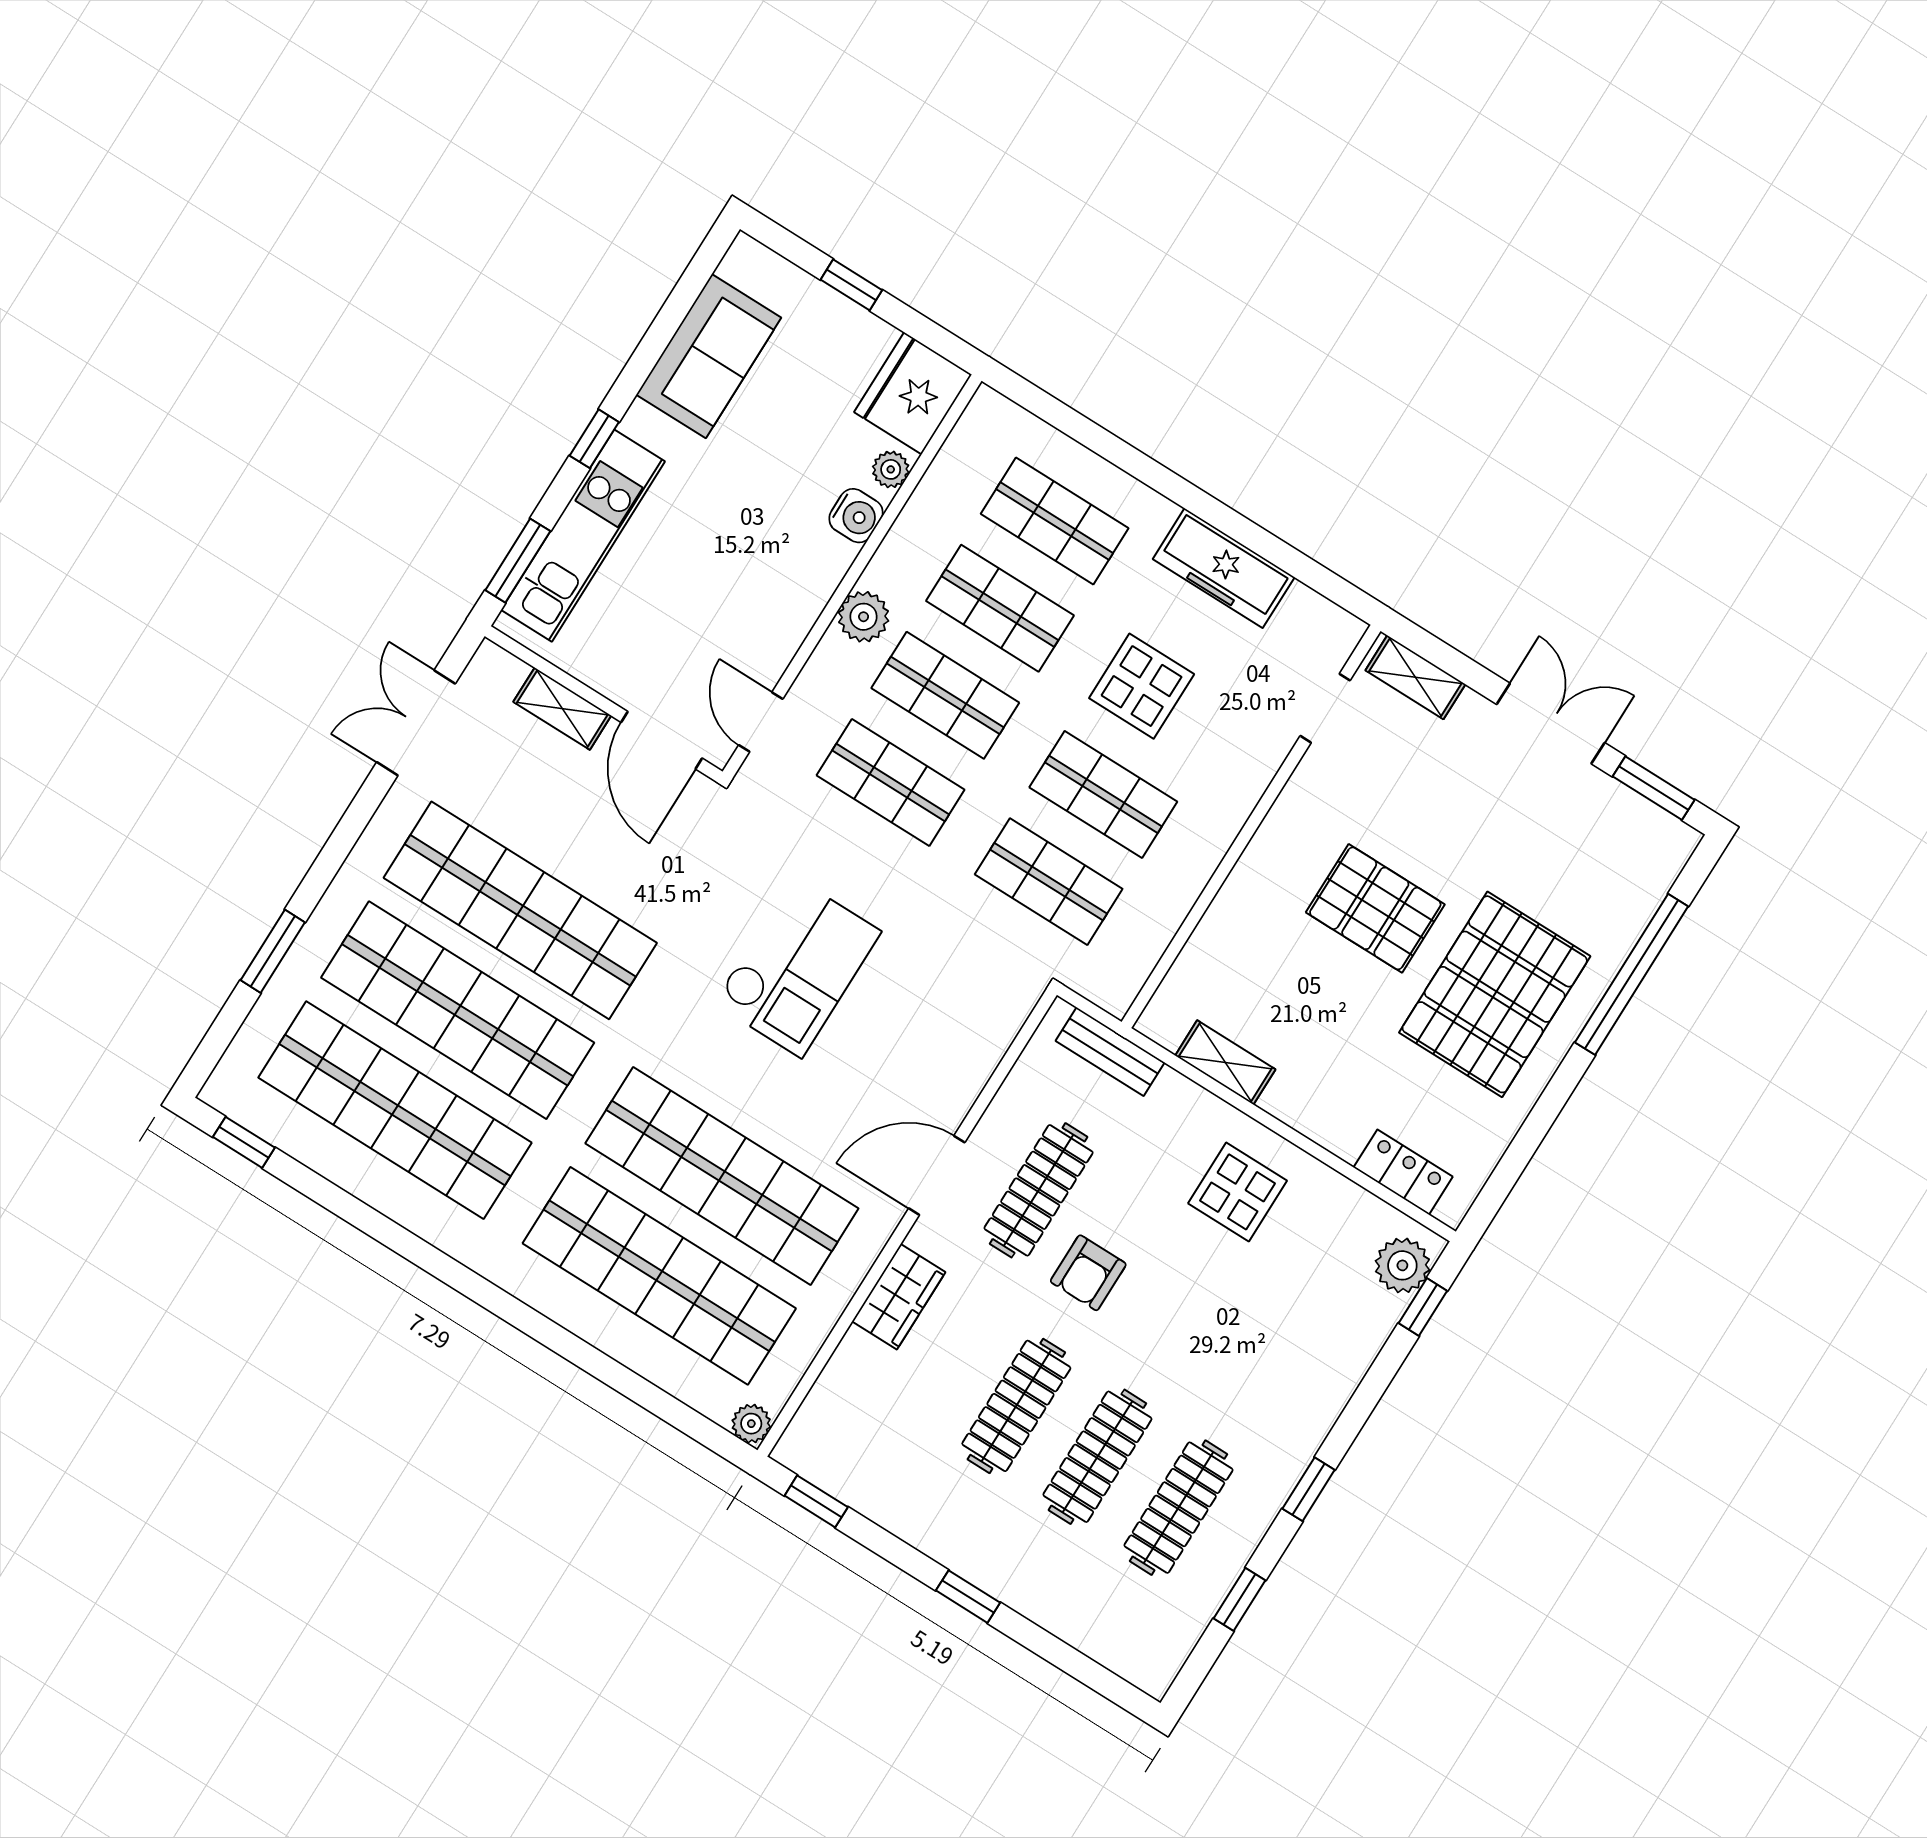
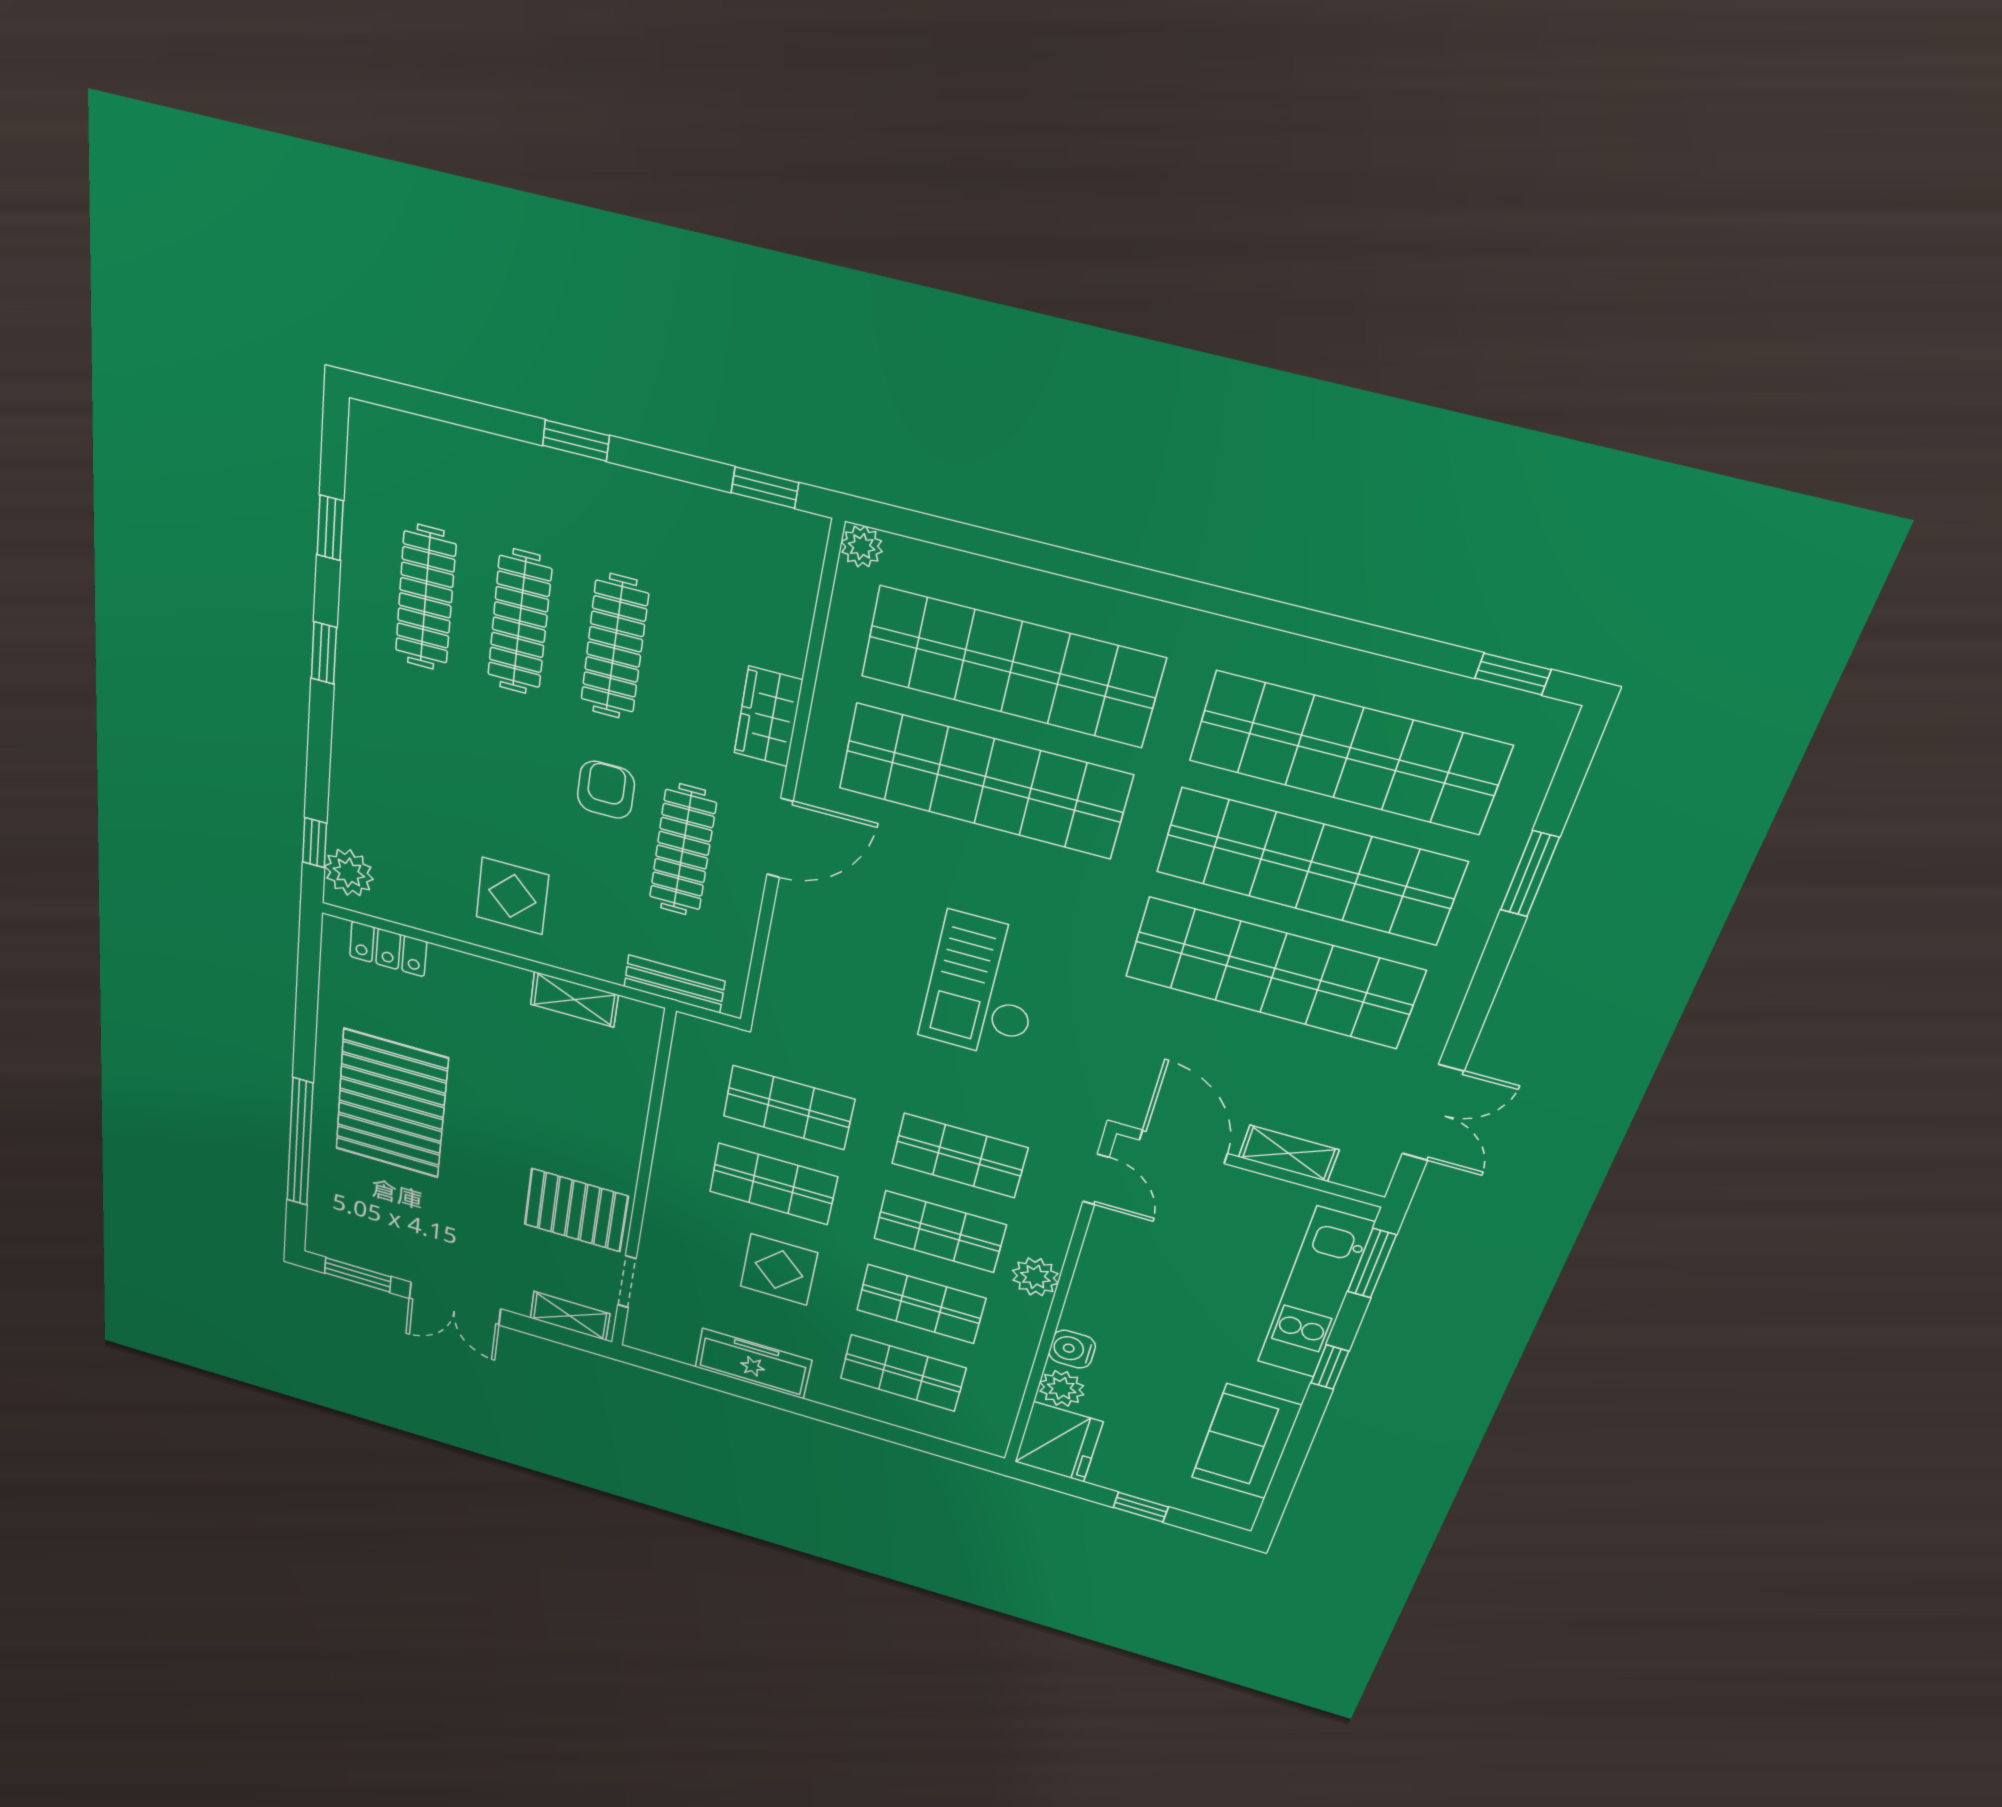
plant: (891, 469) -> (1062, 1388), width x1.38, depth x1.38
pallet: (1375, 908) -> (576, 1210), moved

